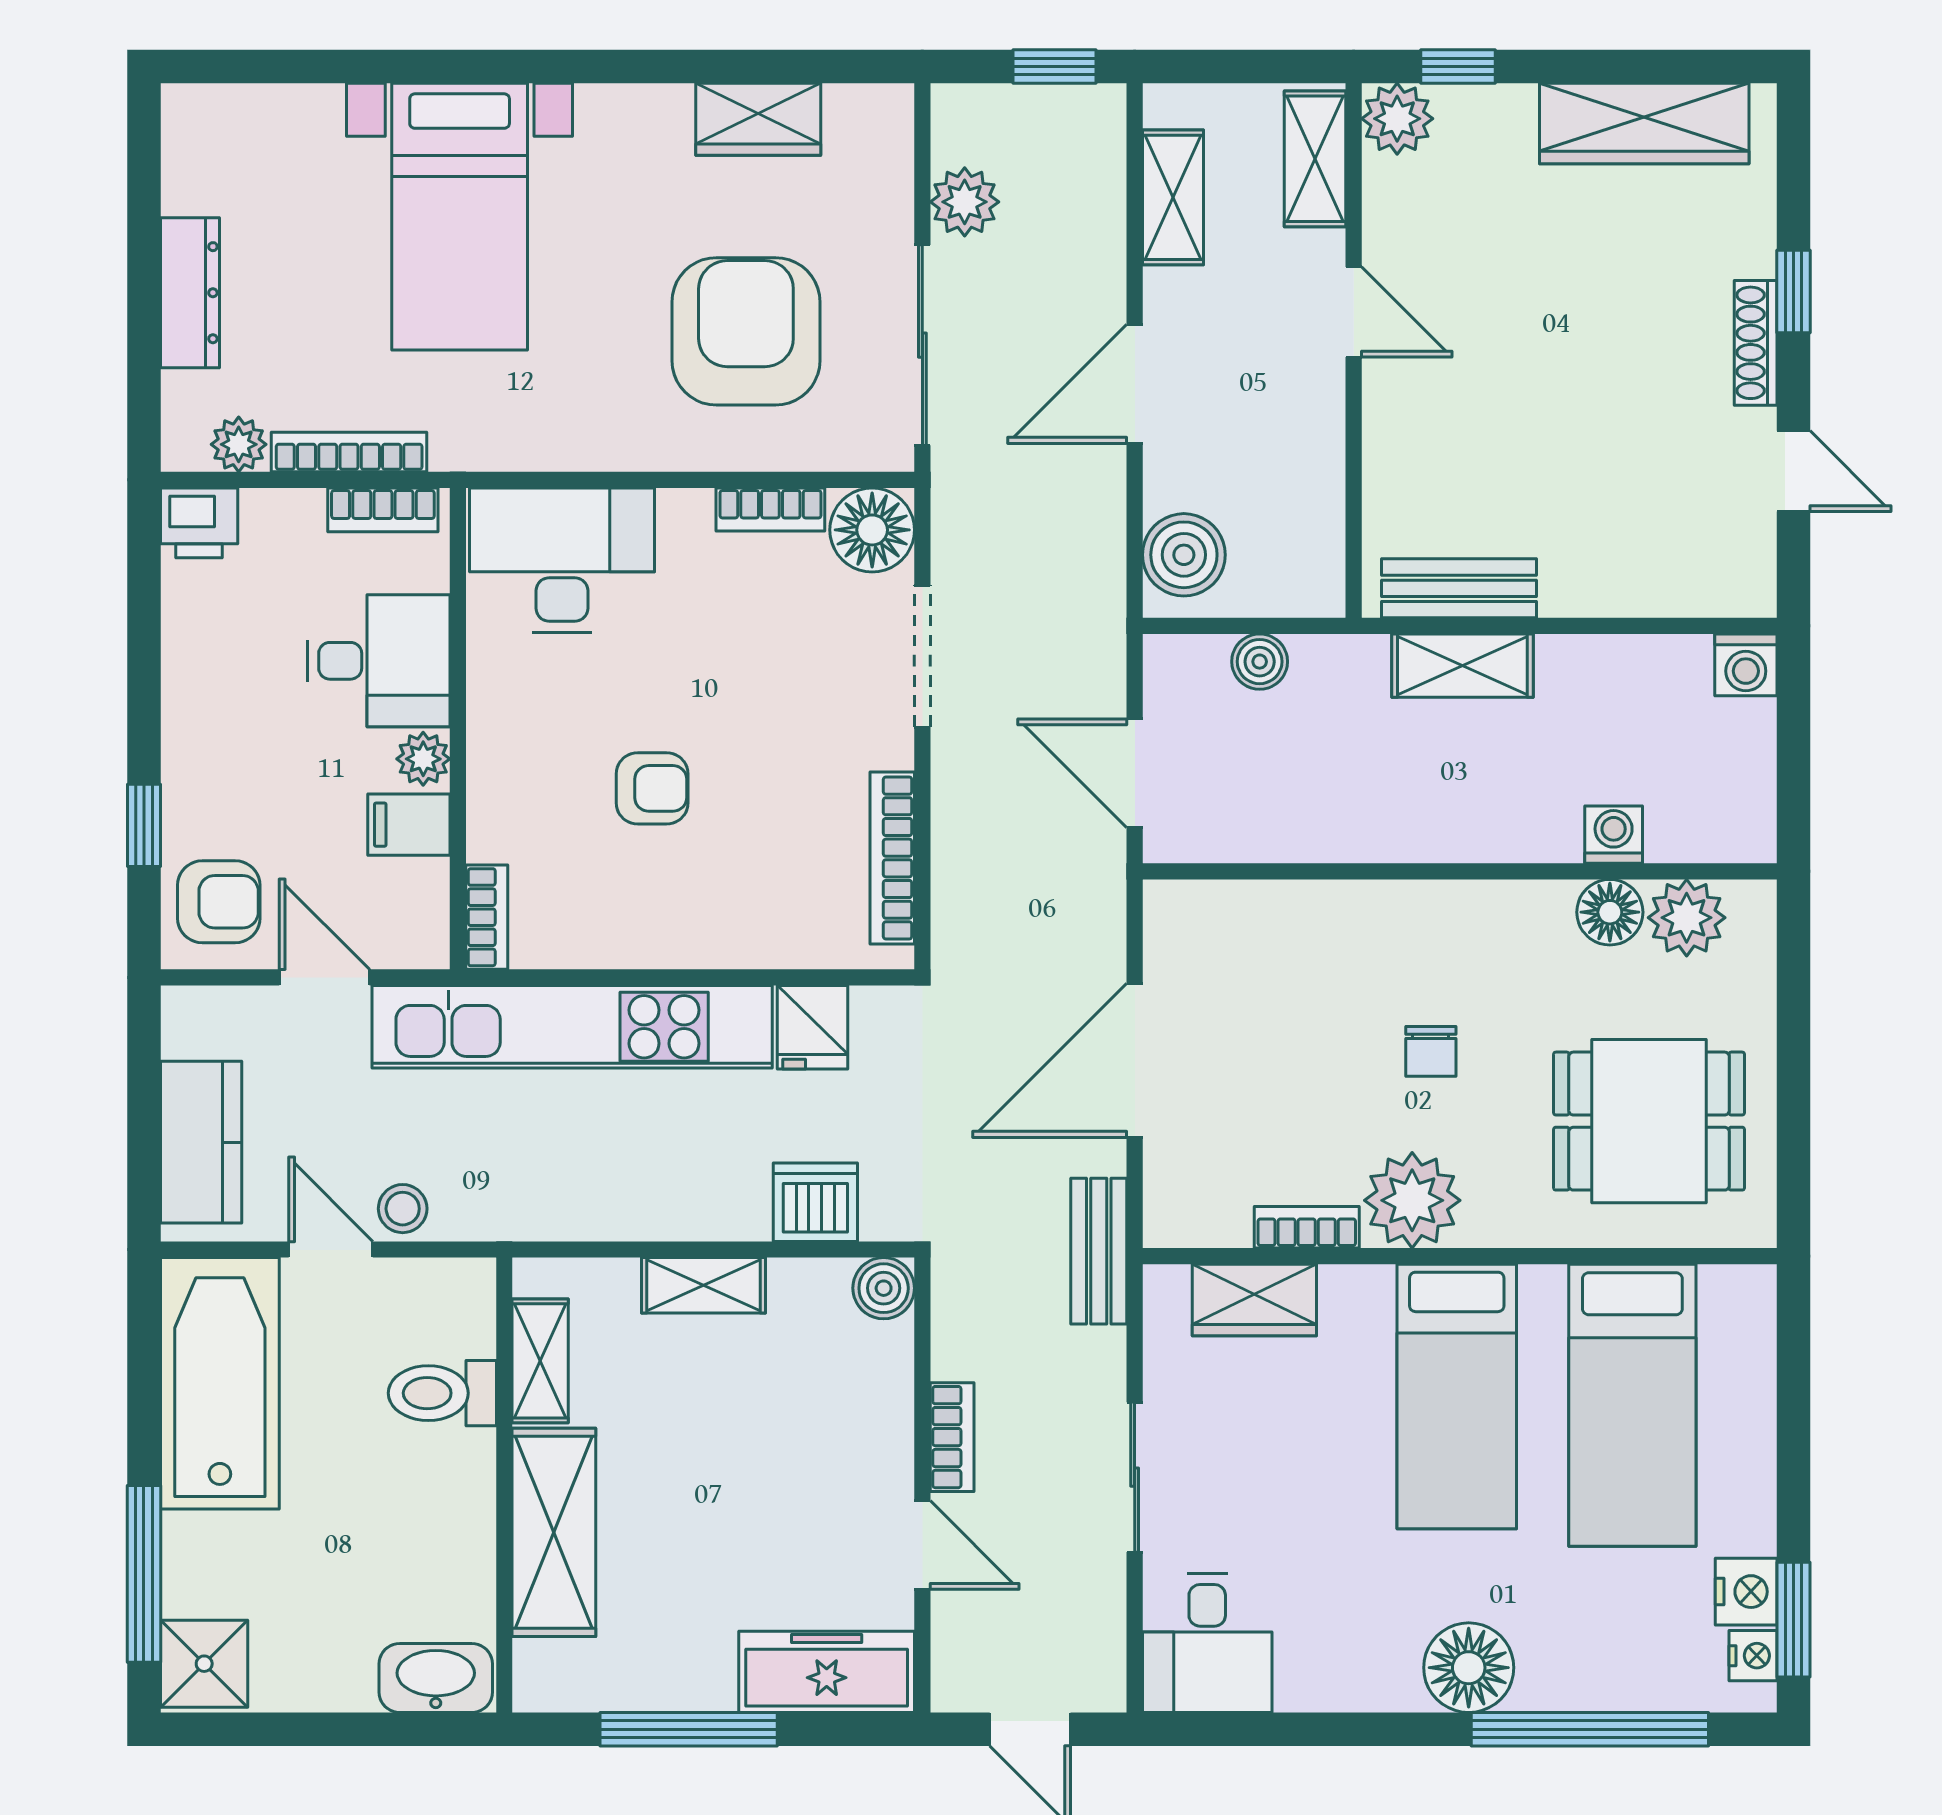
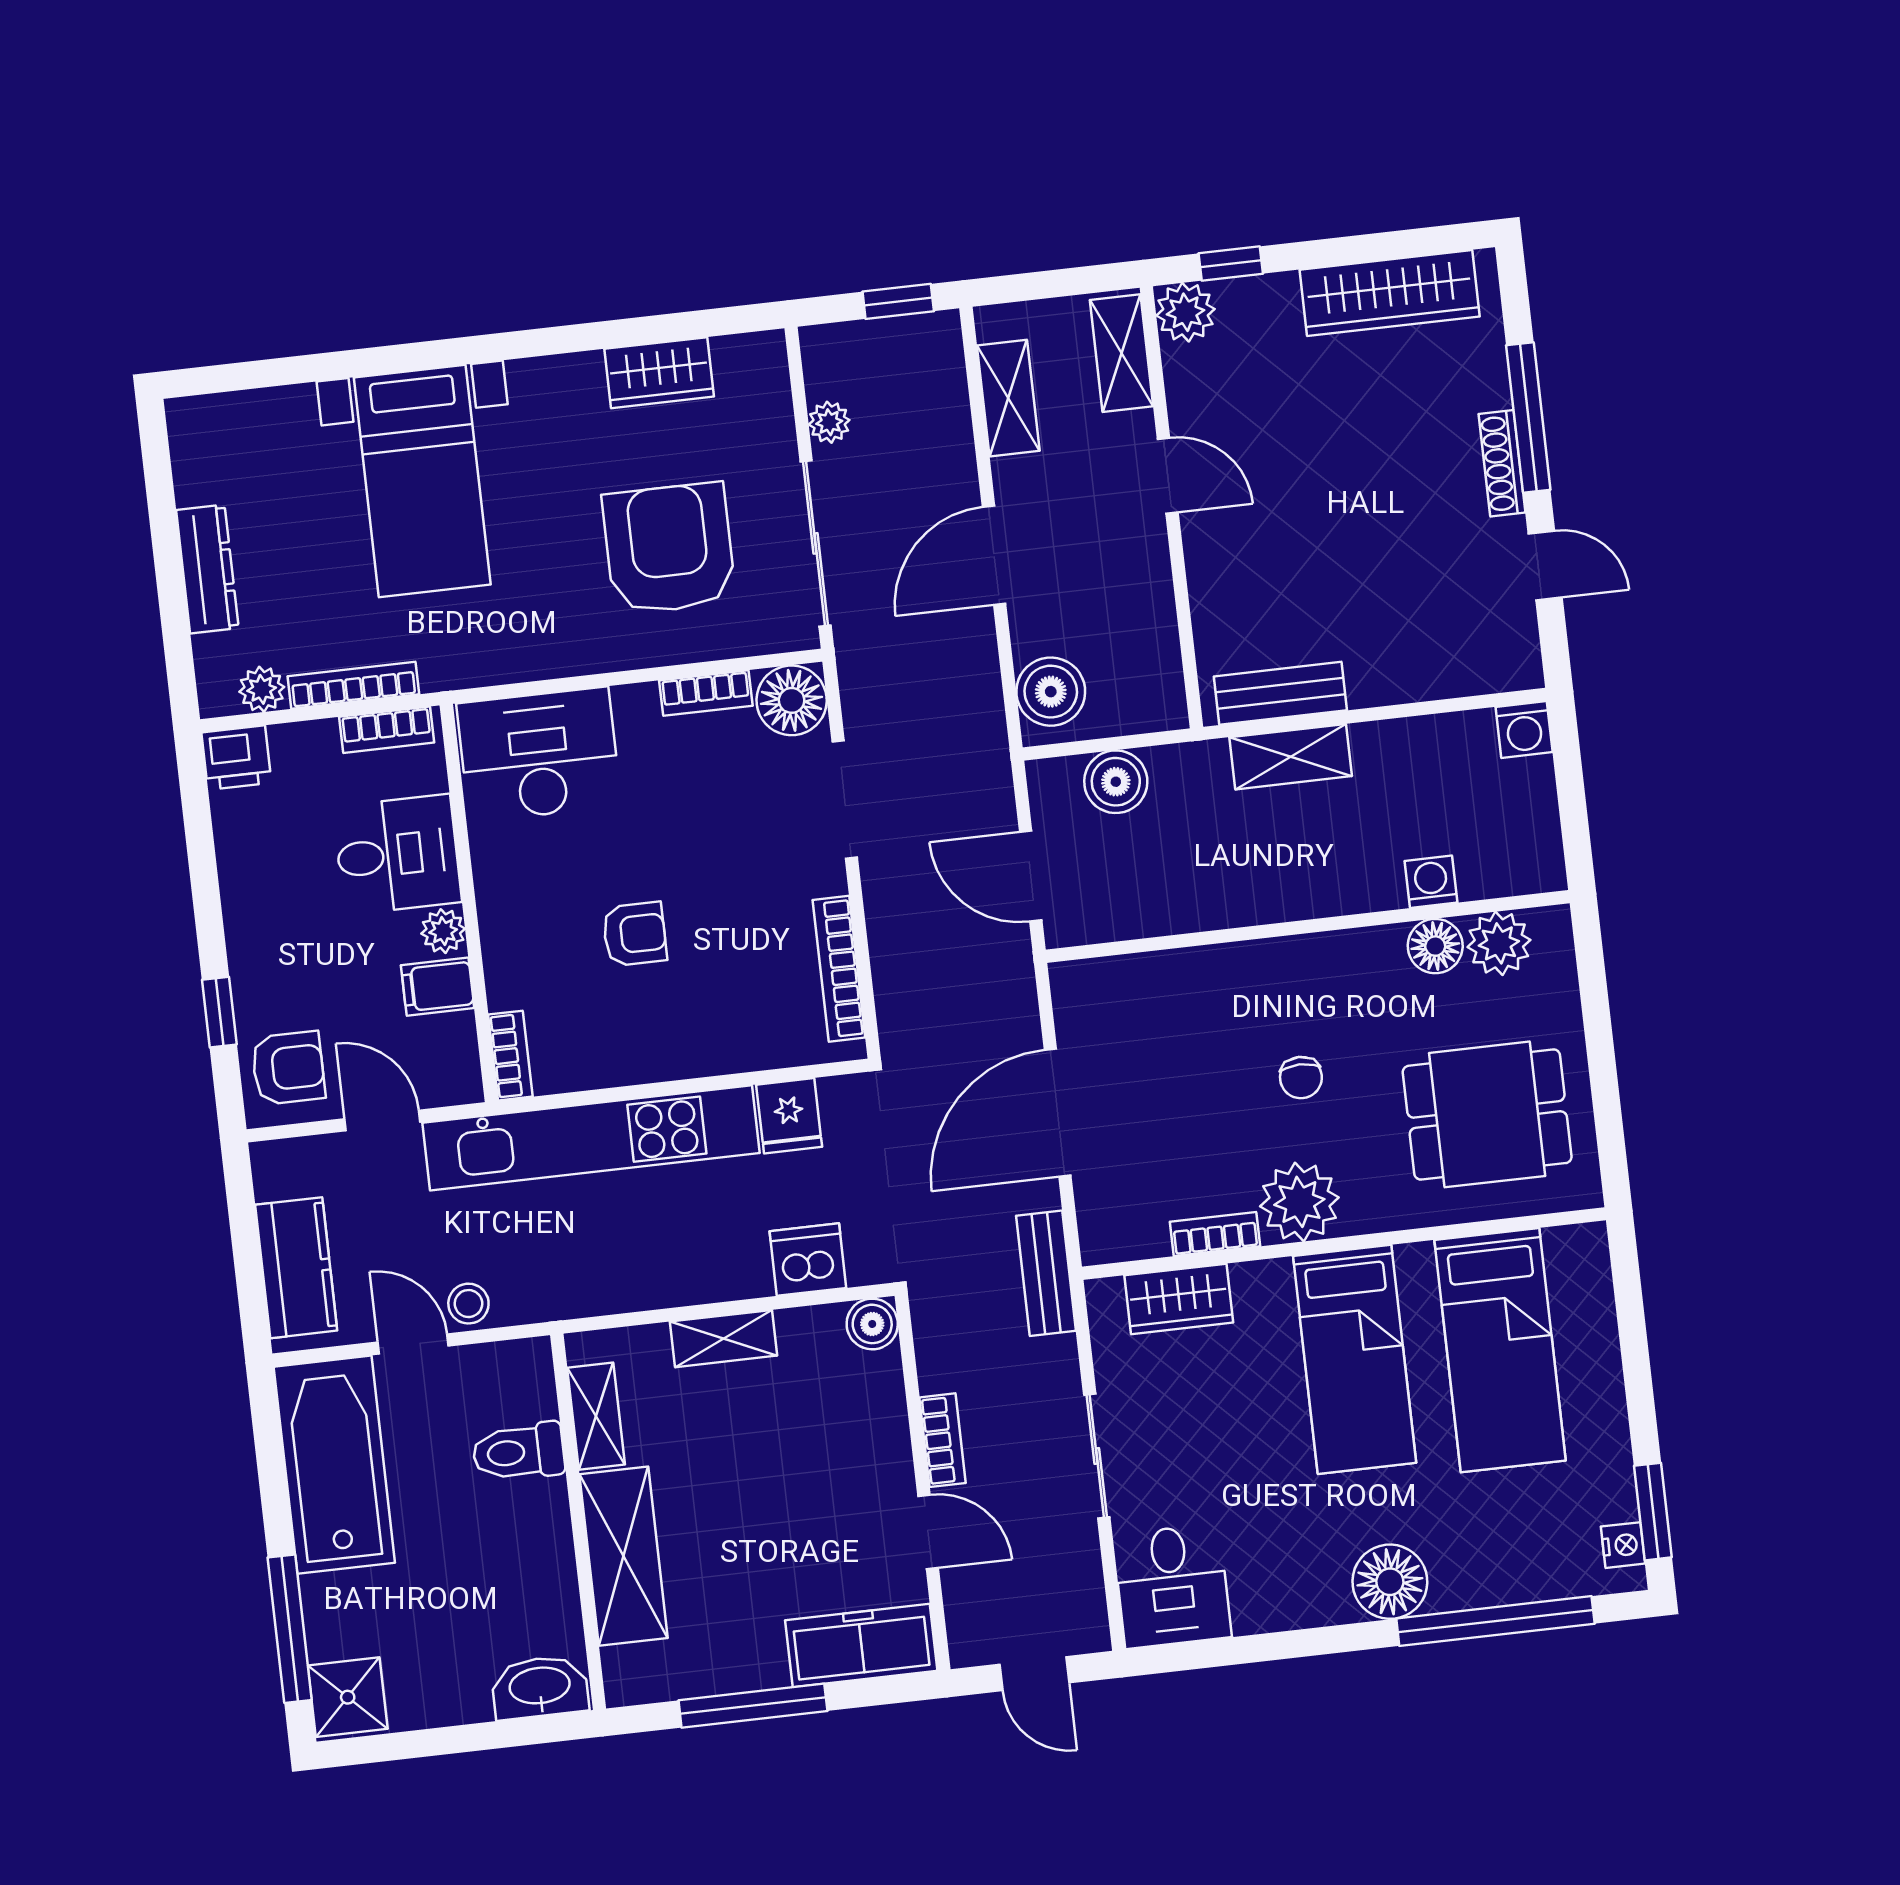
plant: (965, 202) -> (829, 422), width x0.73, depth x0.73
window: (1794, 292) -> (1528, 418), width x2.17
boiler: (1260, 662) -> (1116, 782), width x1.36, depth x1.36
nightstand: (1746, 1592) -> (1611, 1493), removed

